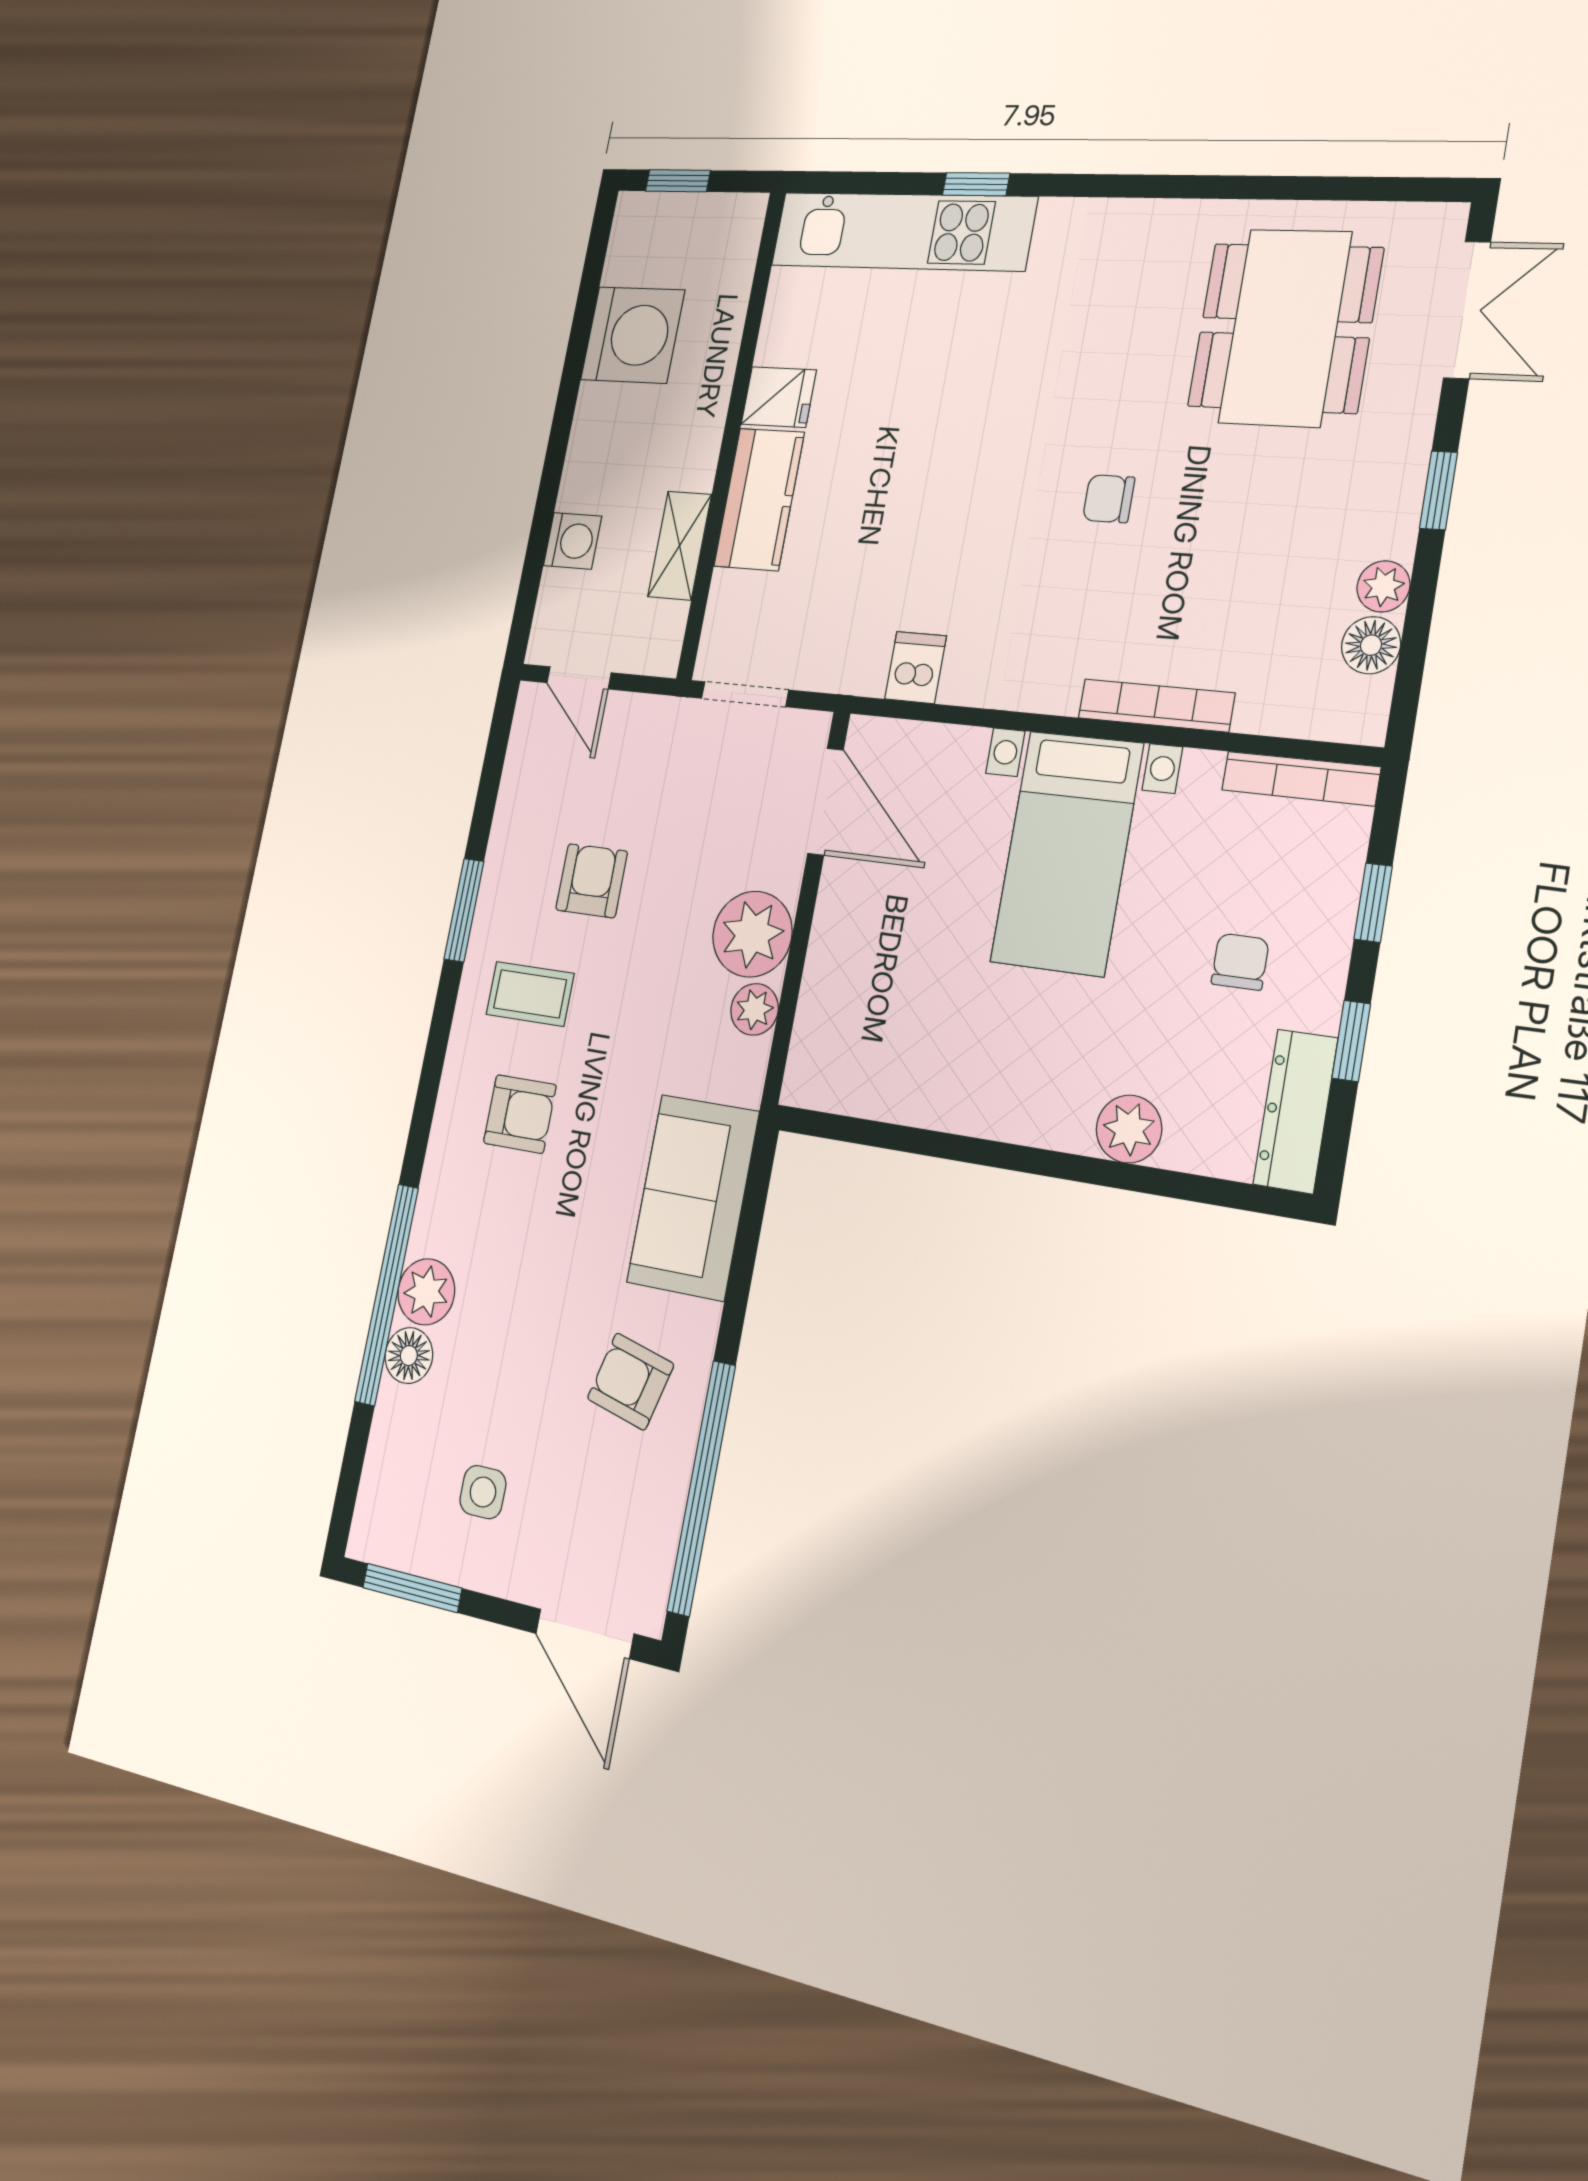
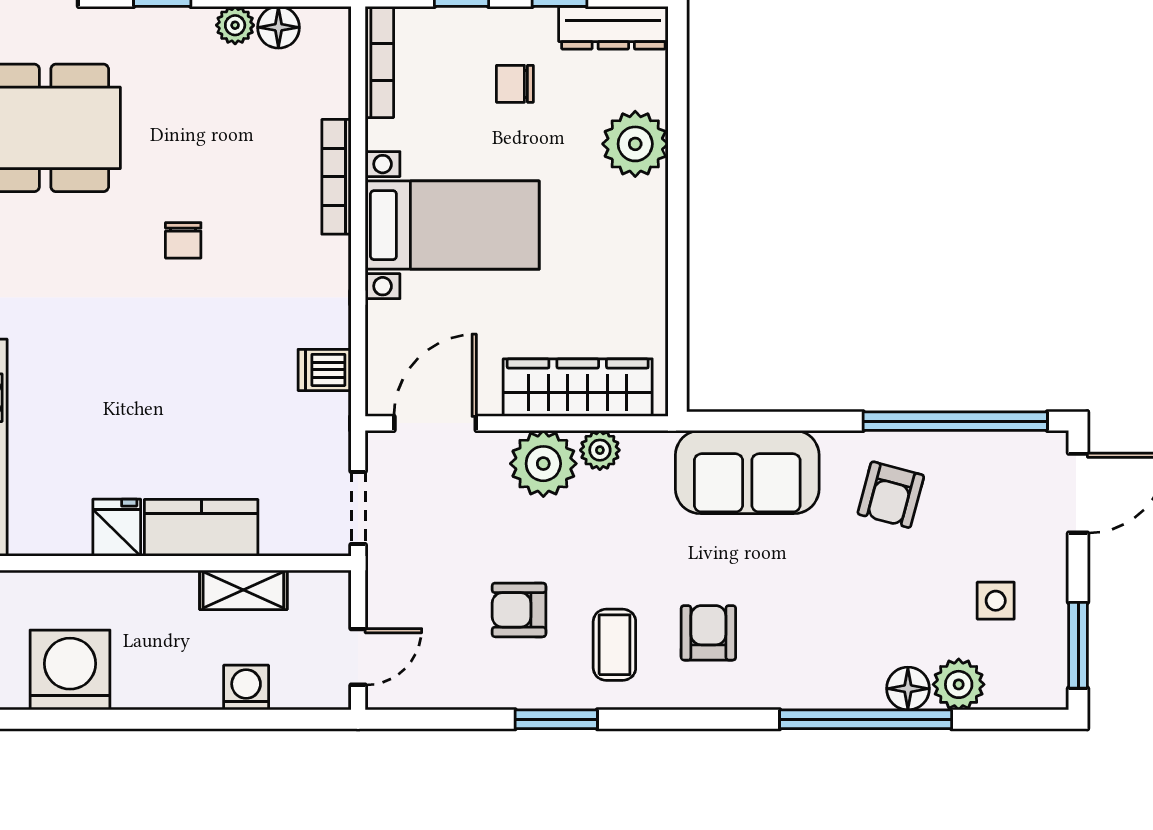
wardrobe: (834, 992) -> (578, 388), added
plant: (1129, 1129) -> (635, 144), width x1.36, depth x1.36
plant: (426, 1292) -> (959, 684), moved

